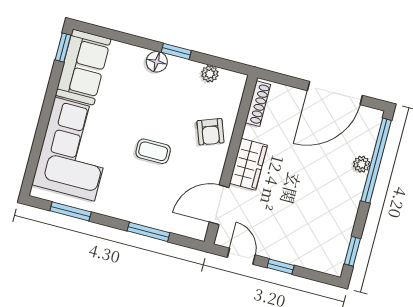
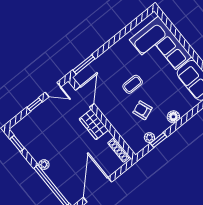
window: (176, 51) -> (159, 140), moved
armchair: (210, 132) -> (142, 110), moved
plant: (362, 164) -> (44, 165), moved
window: (71, 211) -> (133, 25), removed
window: (148, 232) -> (84, 64), moved

